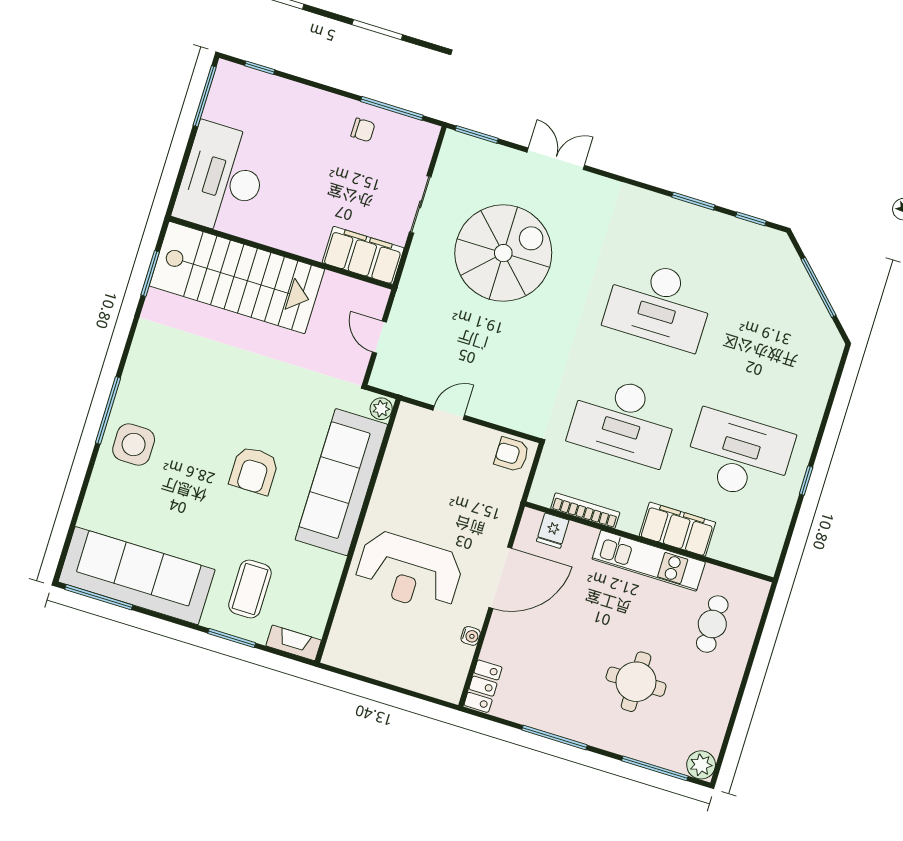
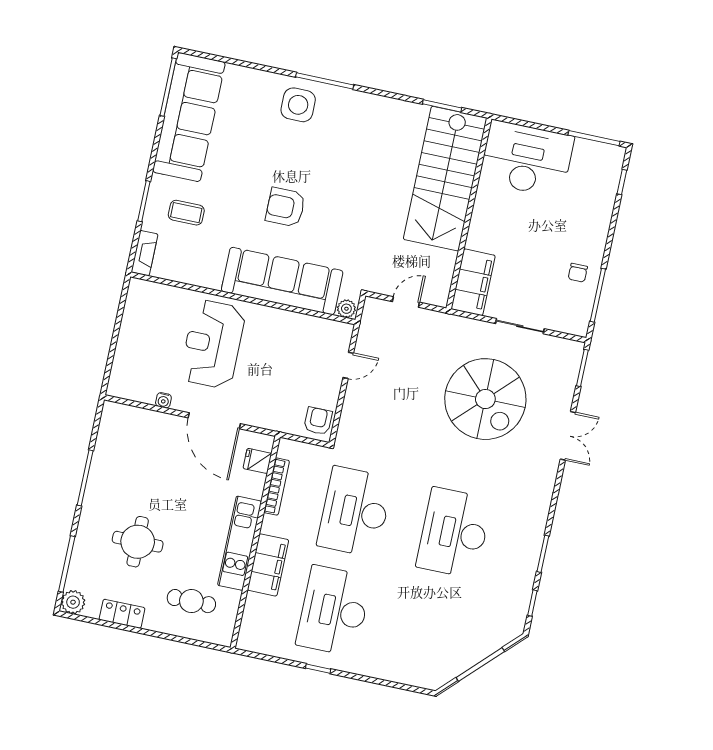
door: (449, 413) -> (348, 365), hinge flipped
desk: (739, 456) -> (334, 611), turned 180
coffee table: (250, 589) -> (186, 213), width x0.73, depth x0.77
locker: (483, 686) -> (122, 614), moved, turned 180

